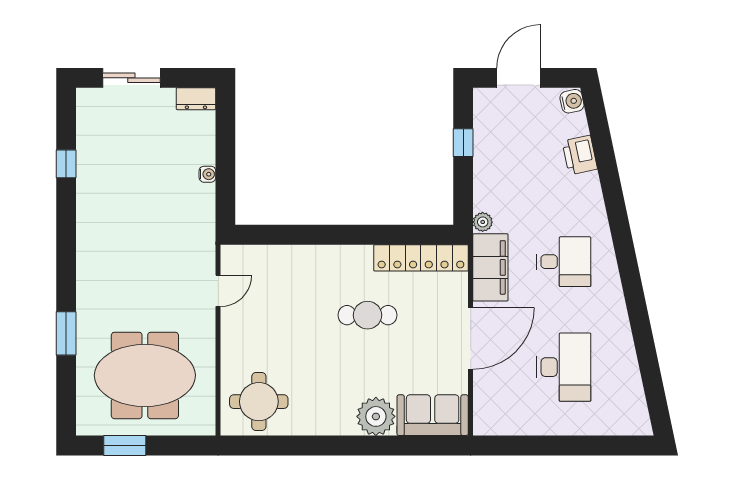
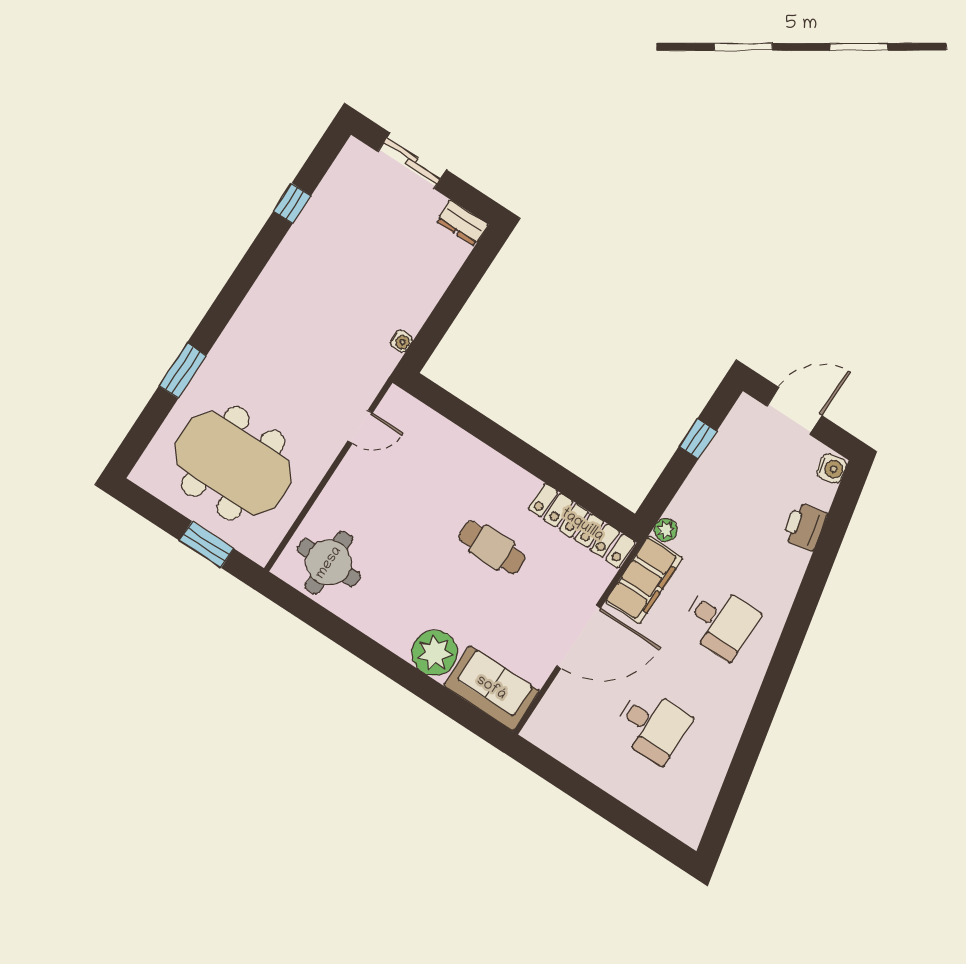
water cooler: (207, 174) -> (401, 341), moved
desk: (564, 367) -> (652, 725), width x0.73
window: (125, 446) -> (207, 544), moved

